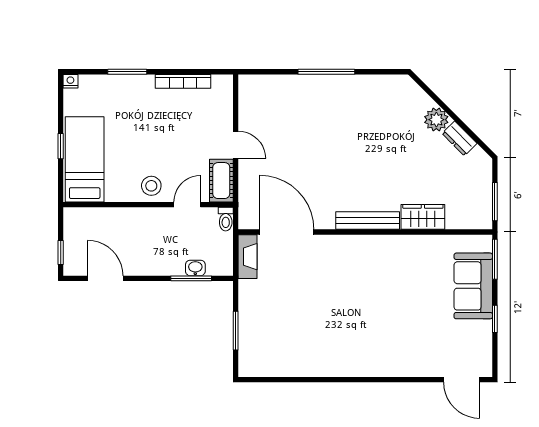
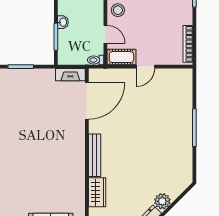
bookcase: (183, 81) -> (188, 44), moved
washbasin: (195, 268) -> (63, 22), moved

